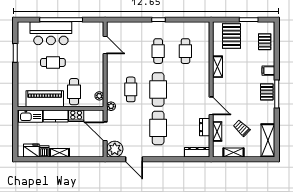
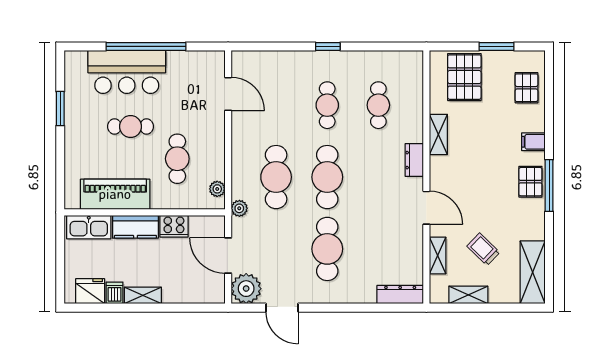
cafe table: (131, 89) -> (276, 177), width x1.37, depth x1.35
cafe table: (74, 92) -> (177, 159), moved
dresser: (205, 127) -> (414, 160), moved

